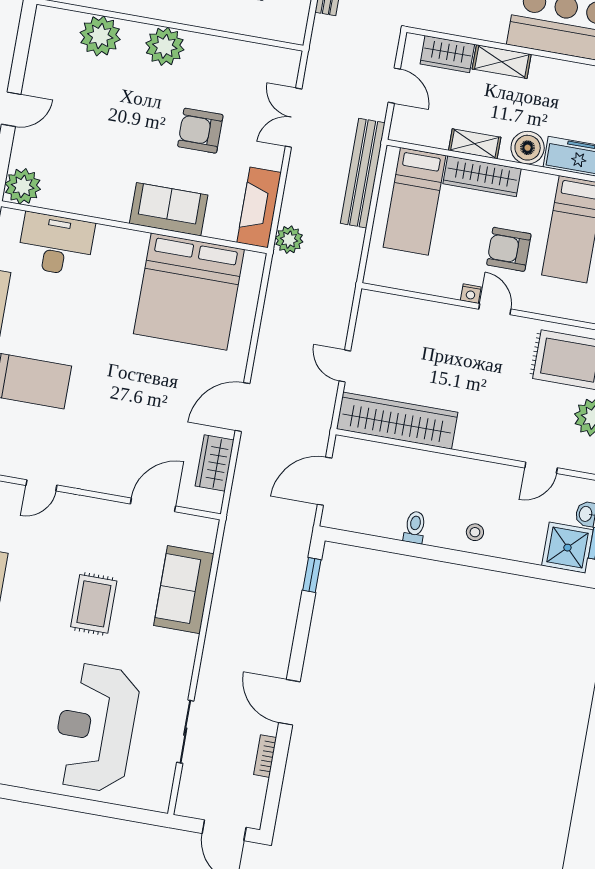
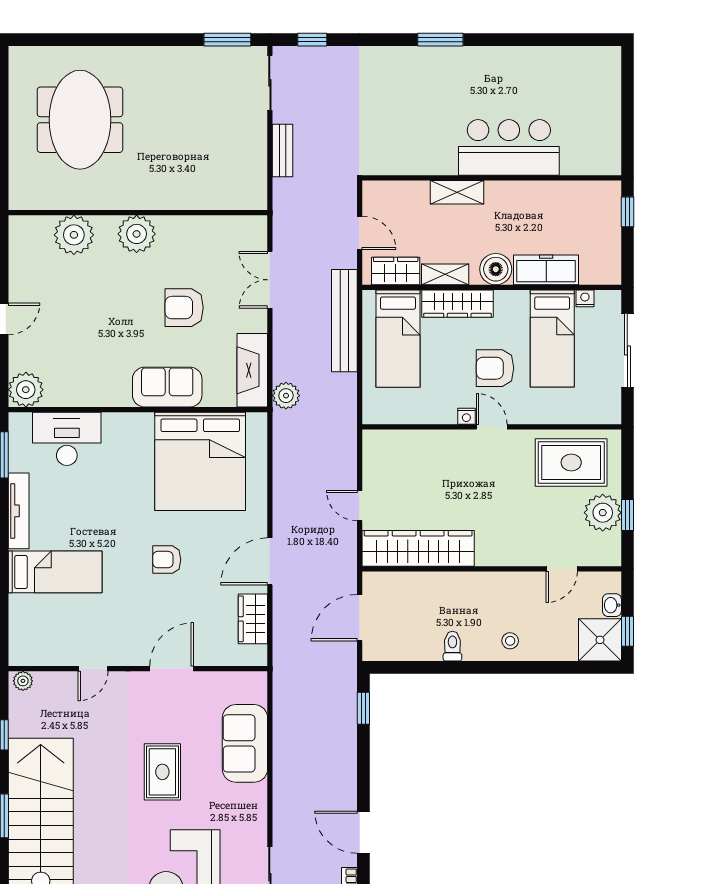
wardrobe: (447, 54) -> (396, 271), moved, turned 180
armchair: (137, 386) -> (167, 560), added
door: (153, 505) -> (172, 669), moved

